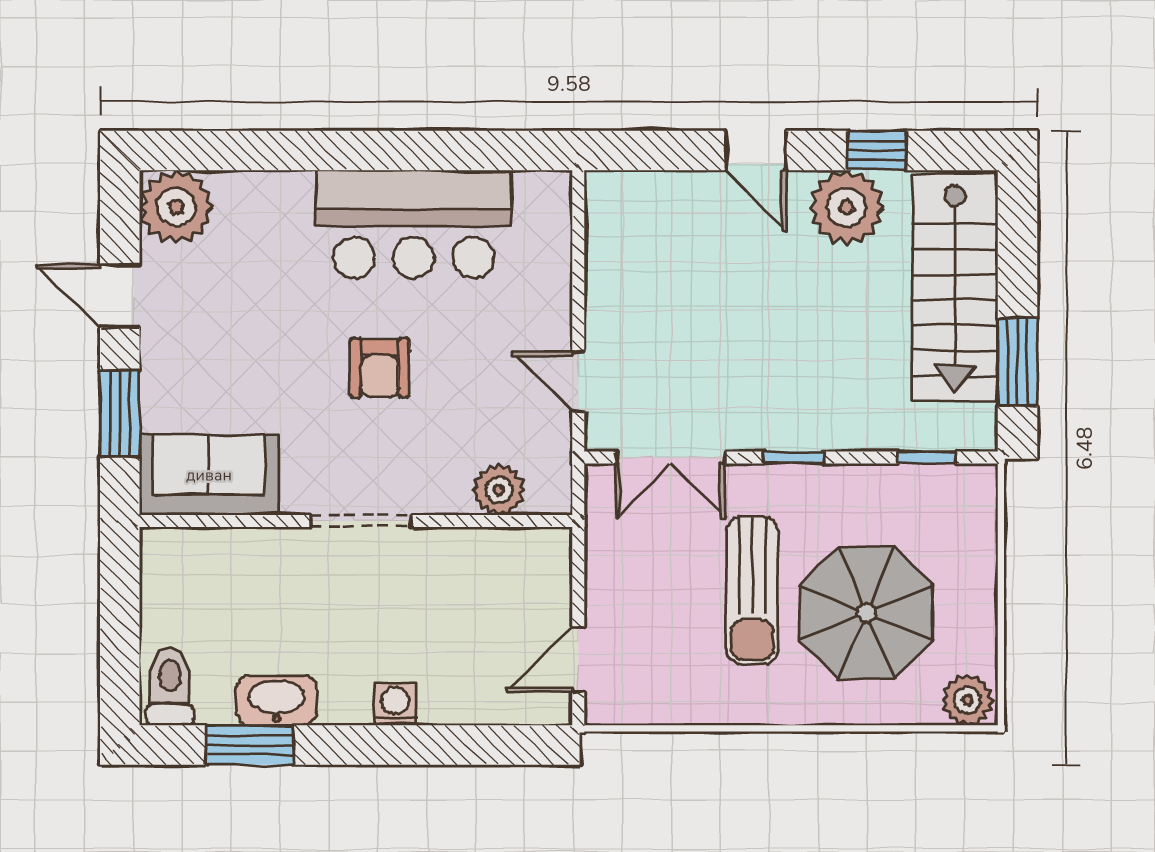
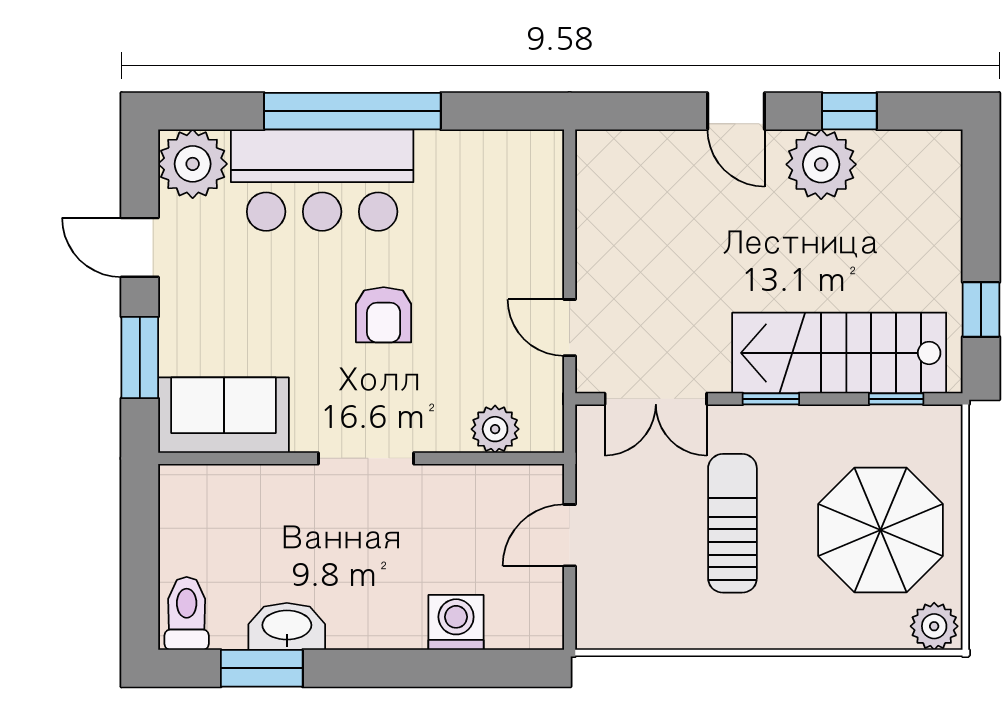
window: (347, 150) -> (352, 111), added
bar counter: (414, 224) -> (322, 180), moved
stairs: (955, 287) -> (839, 353), moved, turned 90
window: (1017, 362) -> (981, 310), width x0.67
sun lounger: (752, 590) -> (732, 523), turned 180
parasol: (866, 613) -> (881, 530), moved
door: (578, 659) -> (570, 535), moved
washing machine: (395, 704) -> (456, 622), moved, width x1.38, depth x1.38

